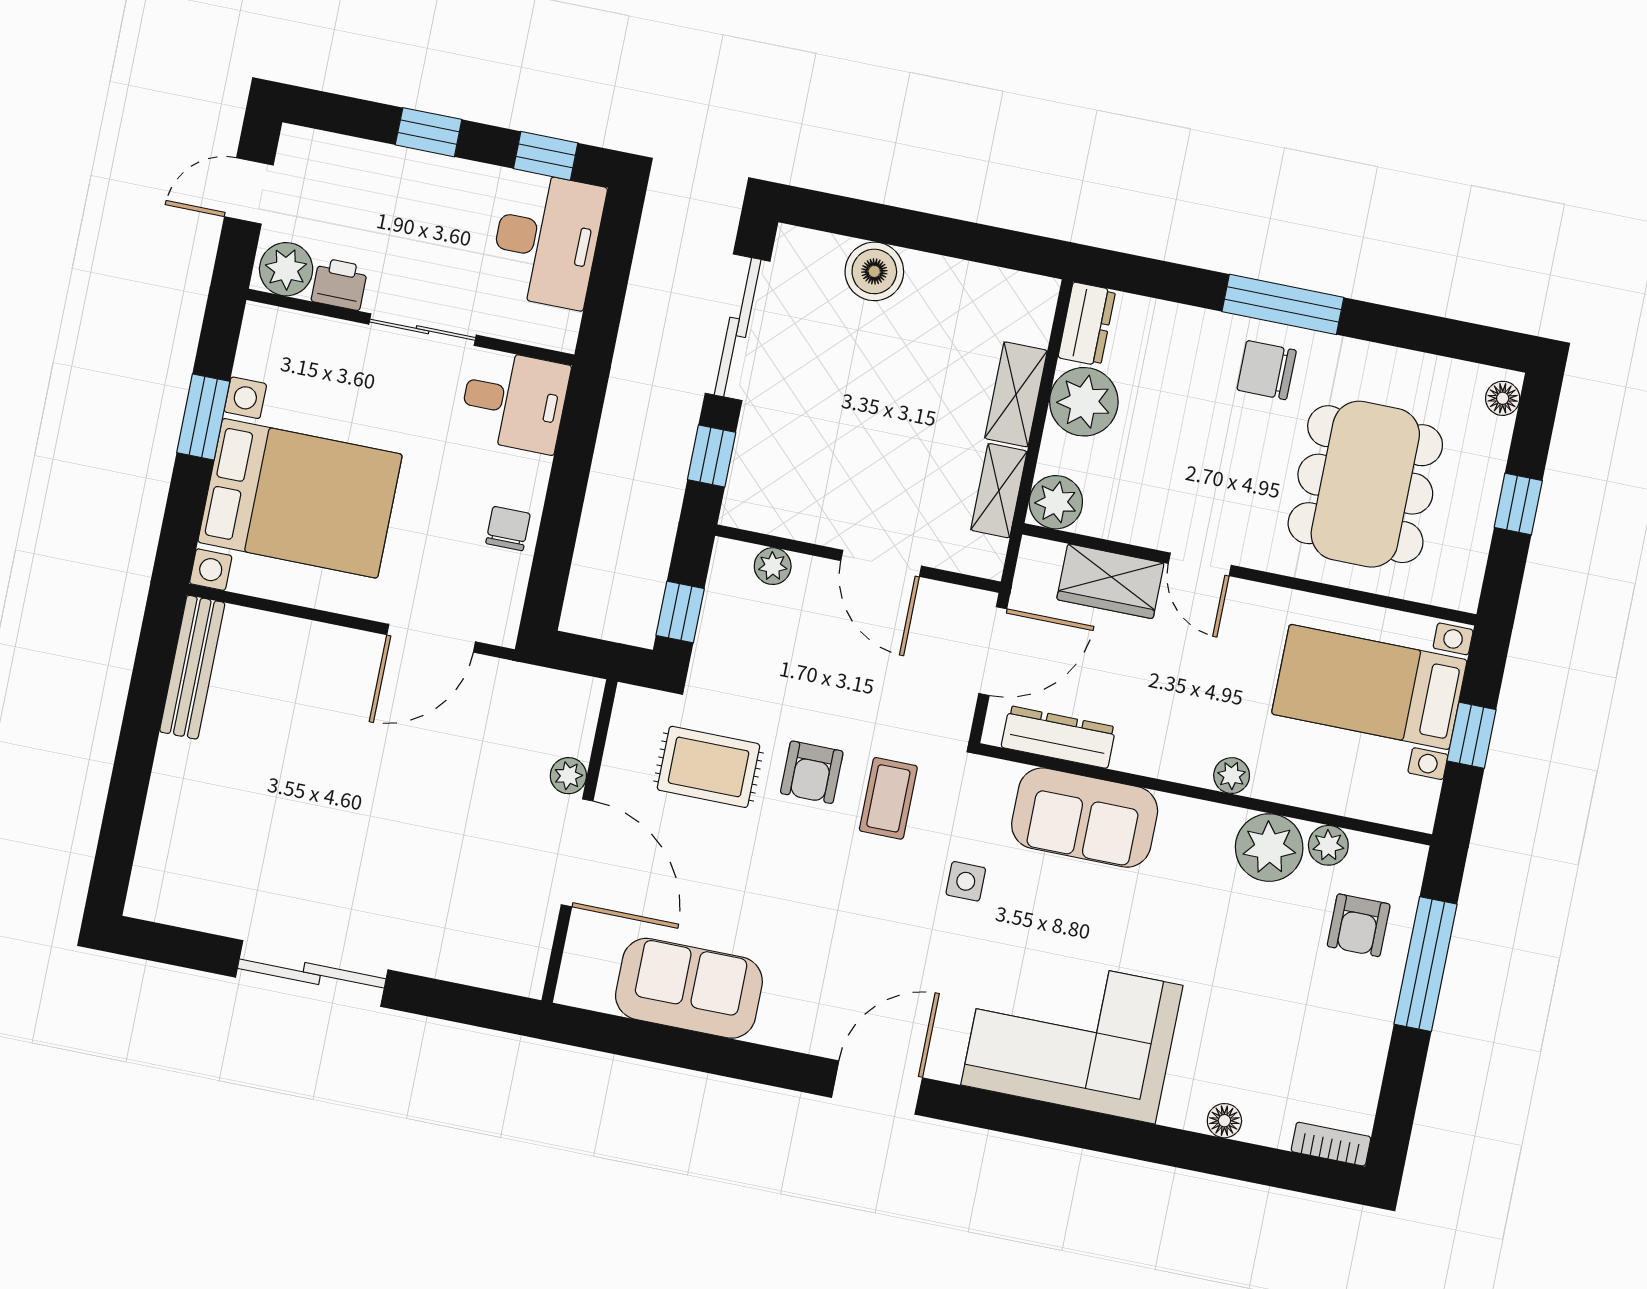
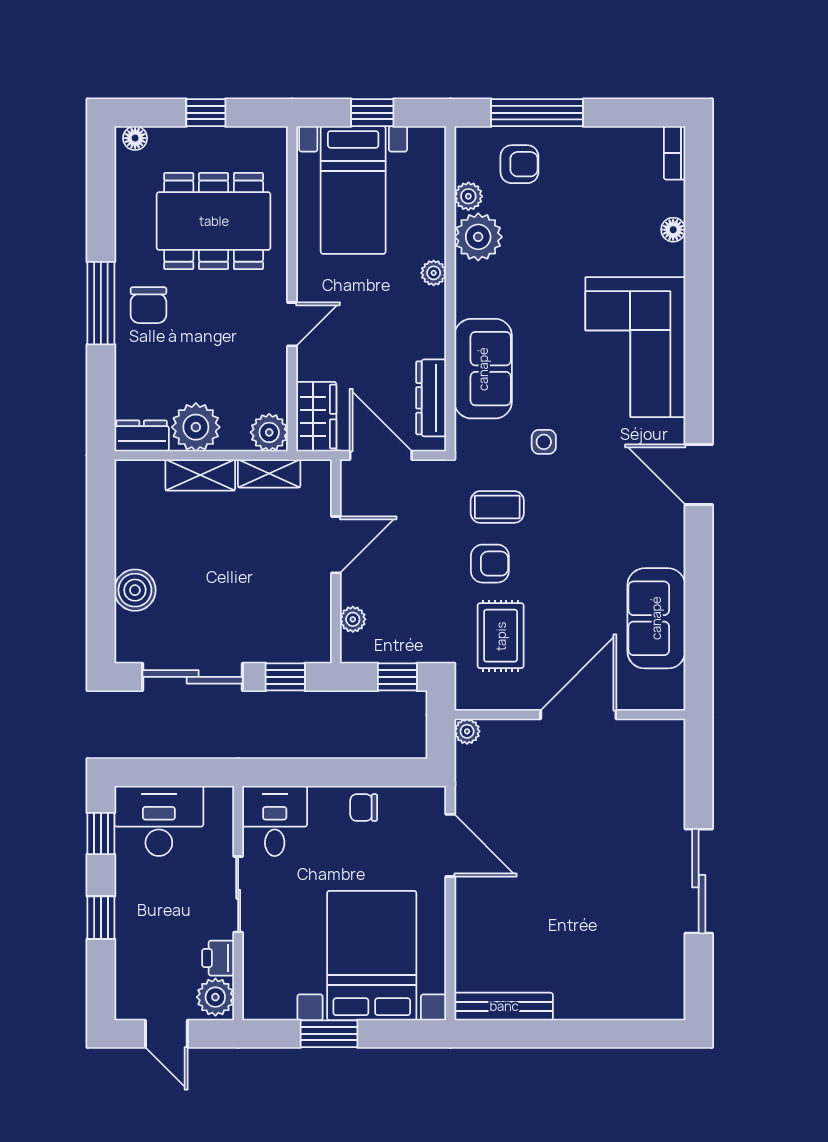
wardrobe: (1110, 581) -> (316, 417), moved
plant: (568, 776) -> (467, 731), moved

